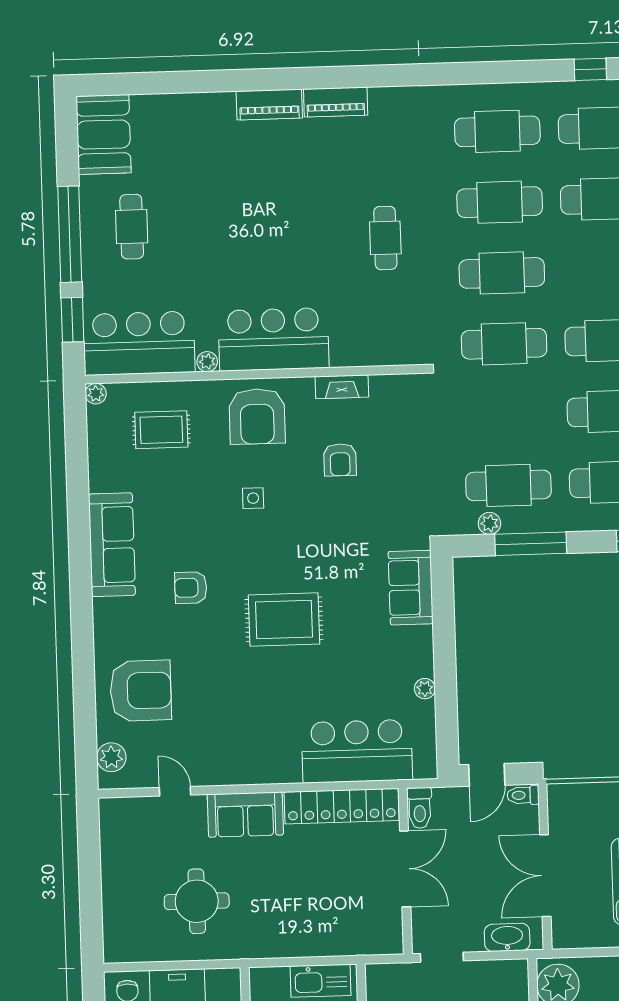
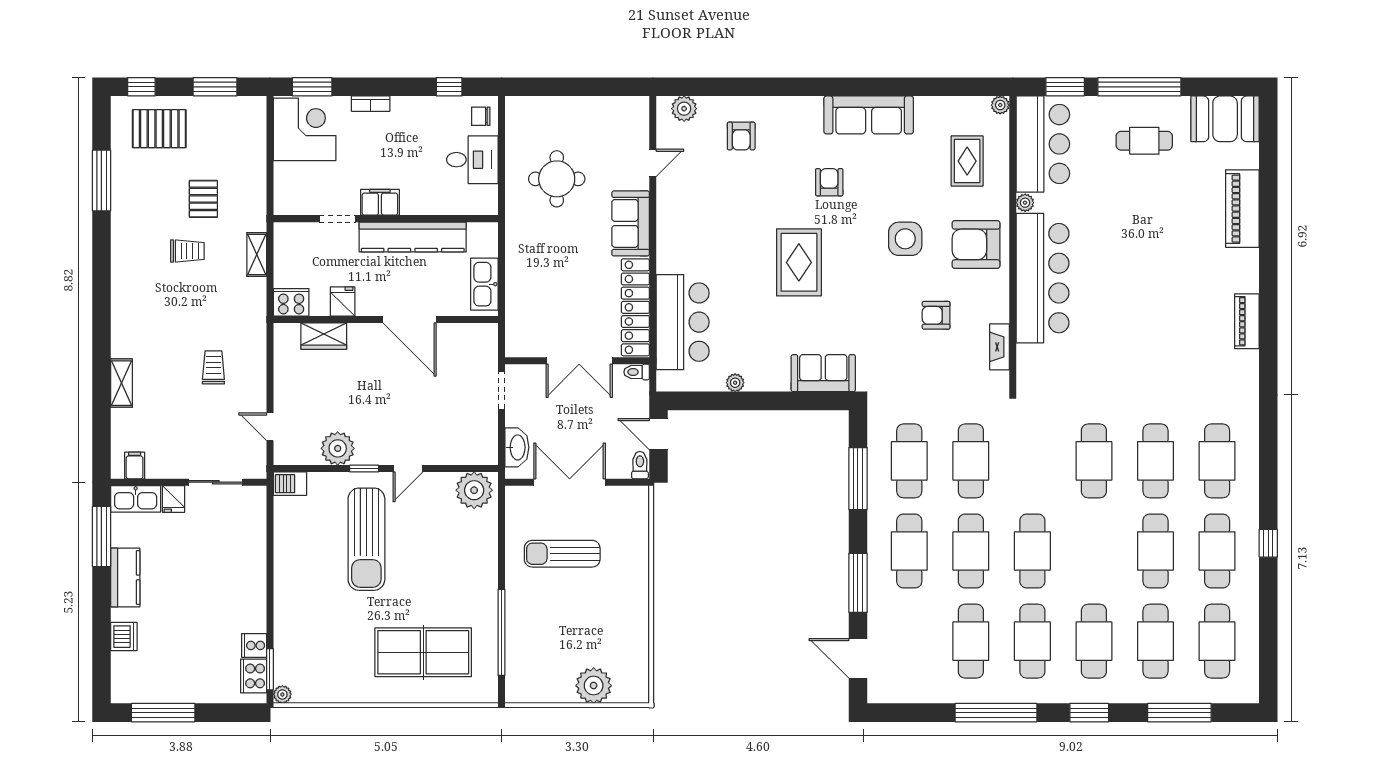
piano: (269, 105) -> (1242, 209), moved, width x1.37, depth x1.33
cafe table: (385, 238) -> (1128, 361), removed
bar counter: (273, 339) -> (1043, 278), width x1.36
cafe table: (504, 344) -> (971, 461), moved
fireplace: (342, 387) -> (999, 347), moved
side table: (253, 498) -> (905, 239), width x1.87, depth x1.87
plant: (489, 523) -> (877, 443), removed
armchair: (141, 691) -> (741, 136), width x0.53, depth x0.53
toilet: (420, 808) -> (637, 372), width x0.73, depth x0.72

